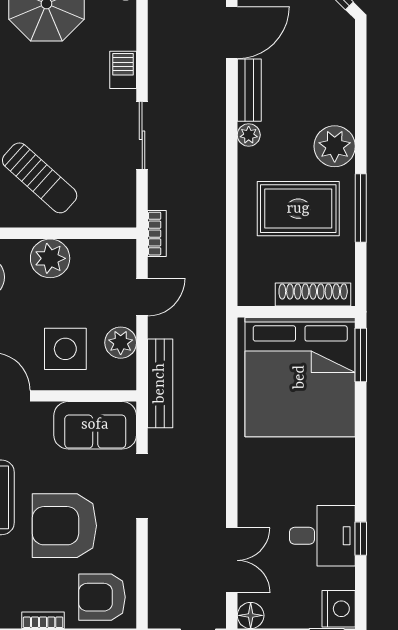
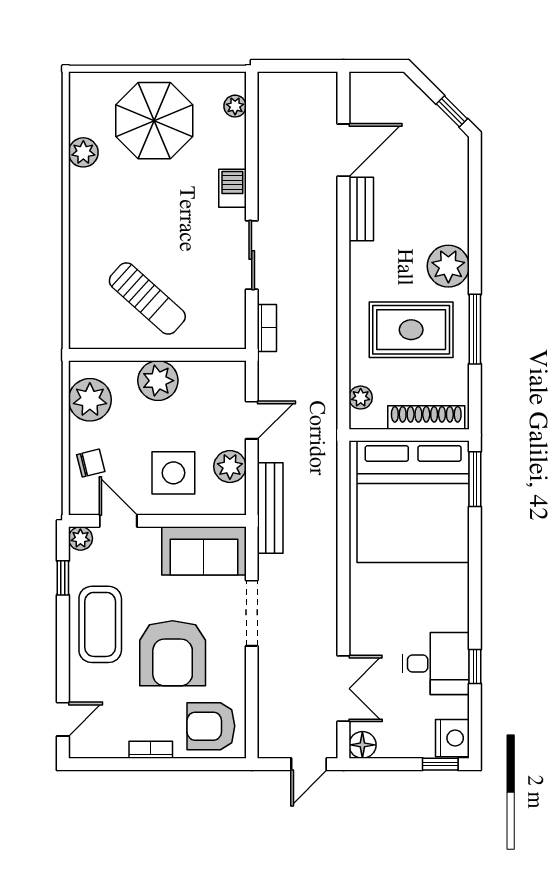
plant: (249, 135) -> (361, 398), moved
bookcase: (157, 234) -> (267, 328), moved
armchair: (64, 526) -> (173, 653), turned -90

